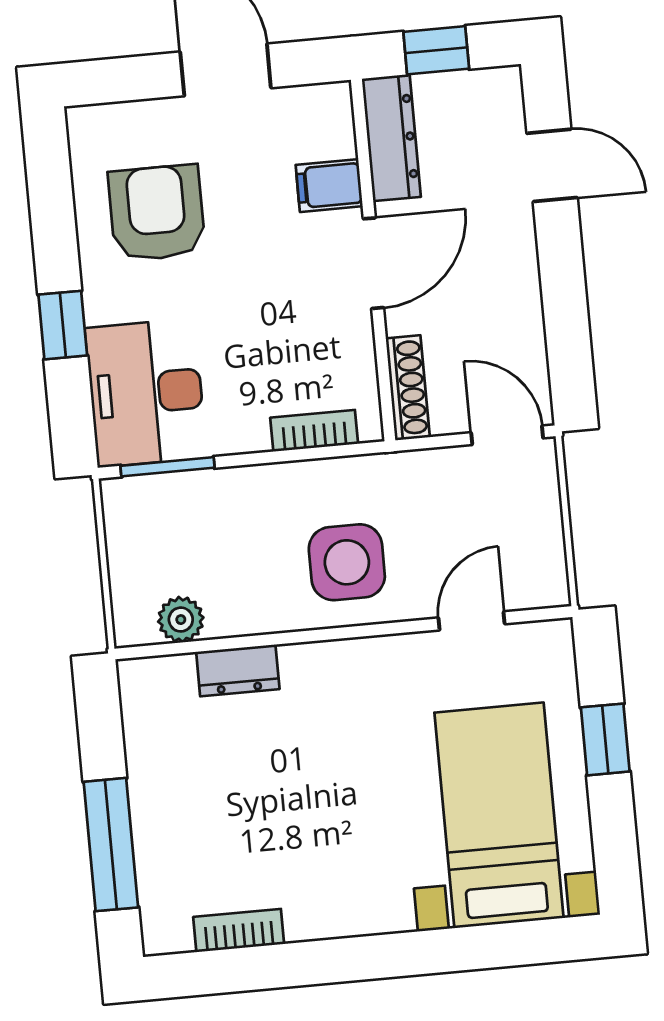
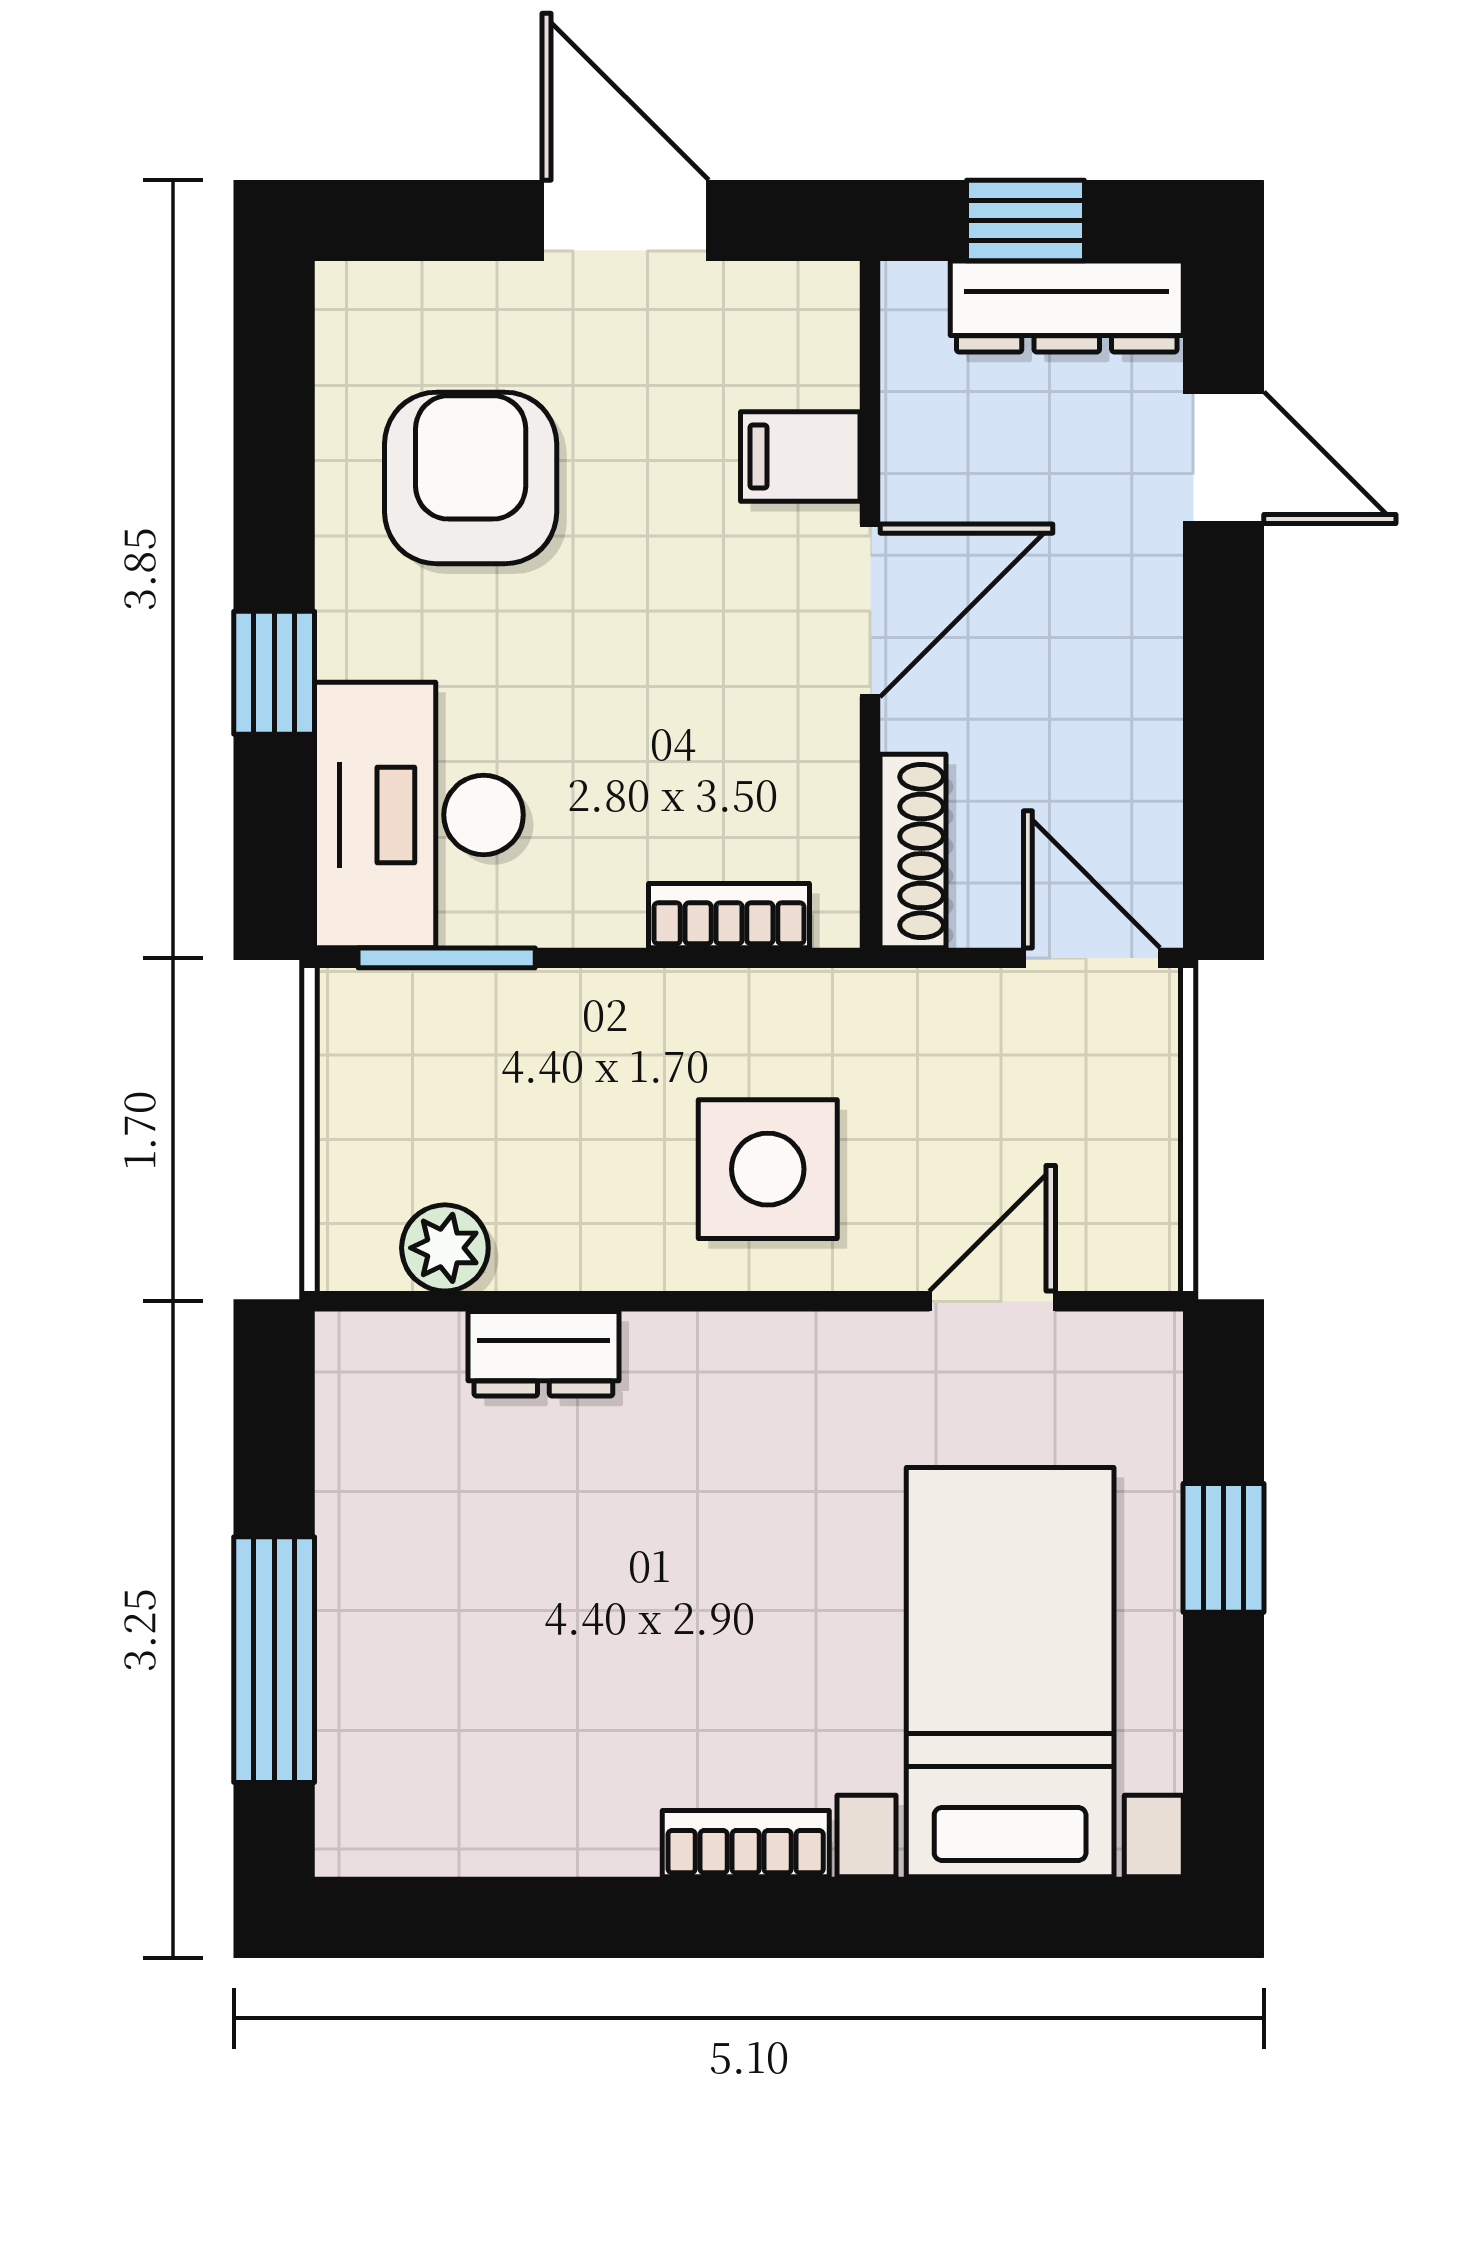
dresser: (391, 138) -> (1067, 307), moved, turned 90
bookcase: (239, 930) -> (746, 1844), moved

